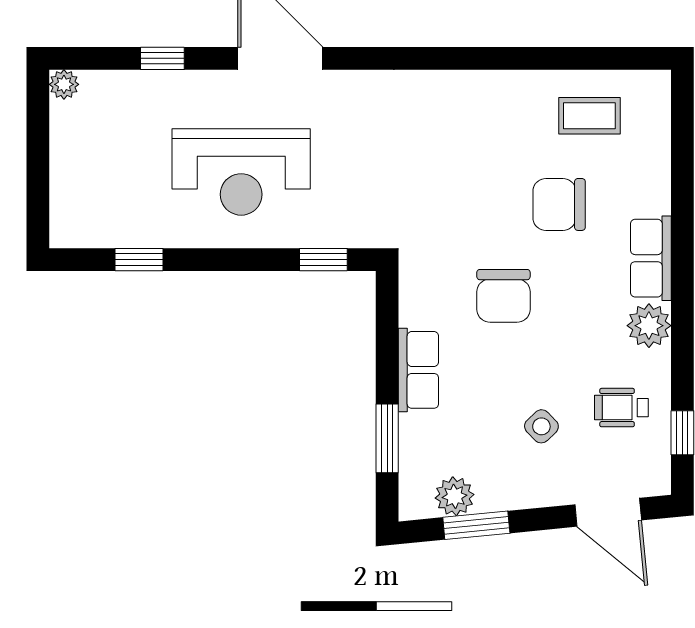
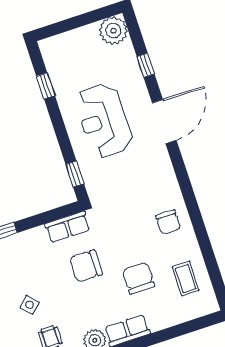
plant: (64, 84) -> (113, 31), width x1.88, depth x1.88
chair: (472, 113) -> (168, 222), added
row of seats: (418, 370) -> (67, 227), moved

